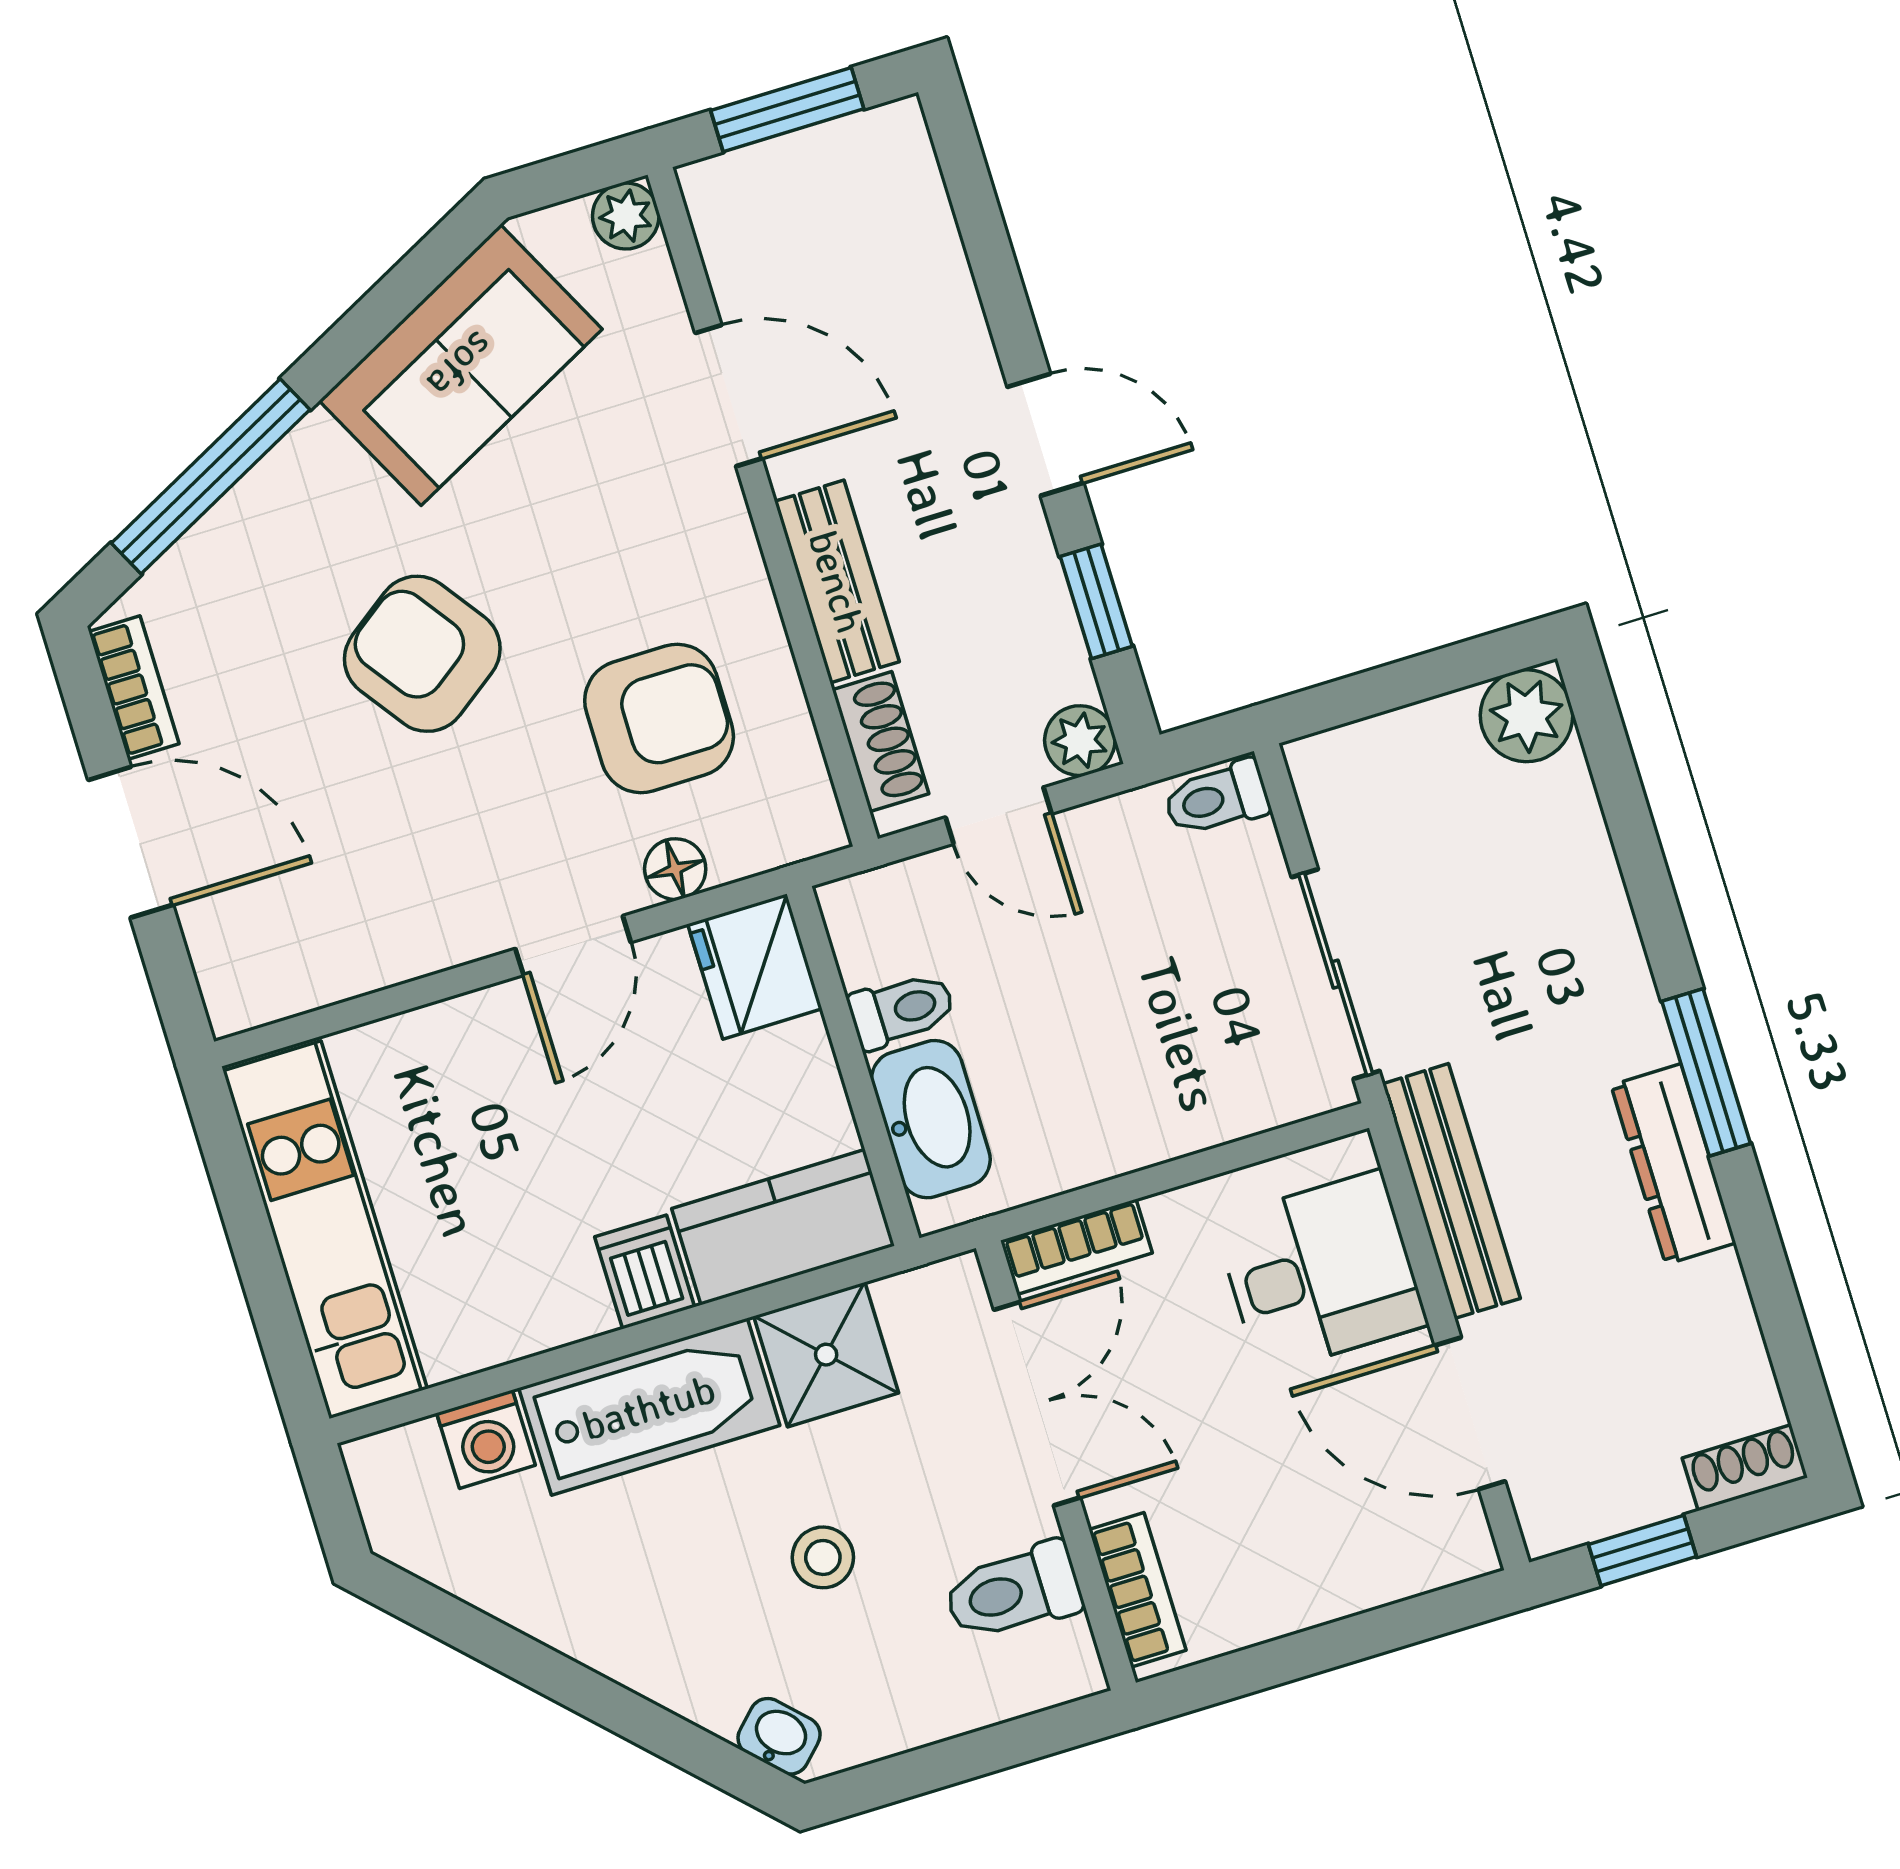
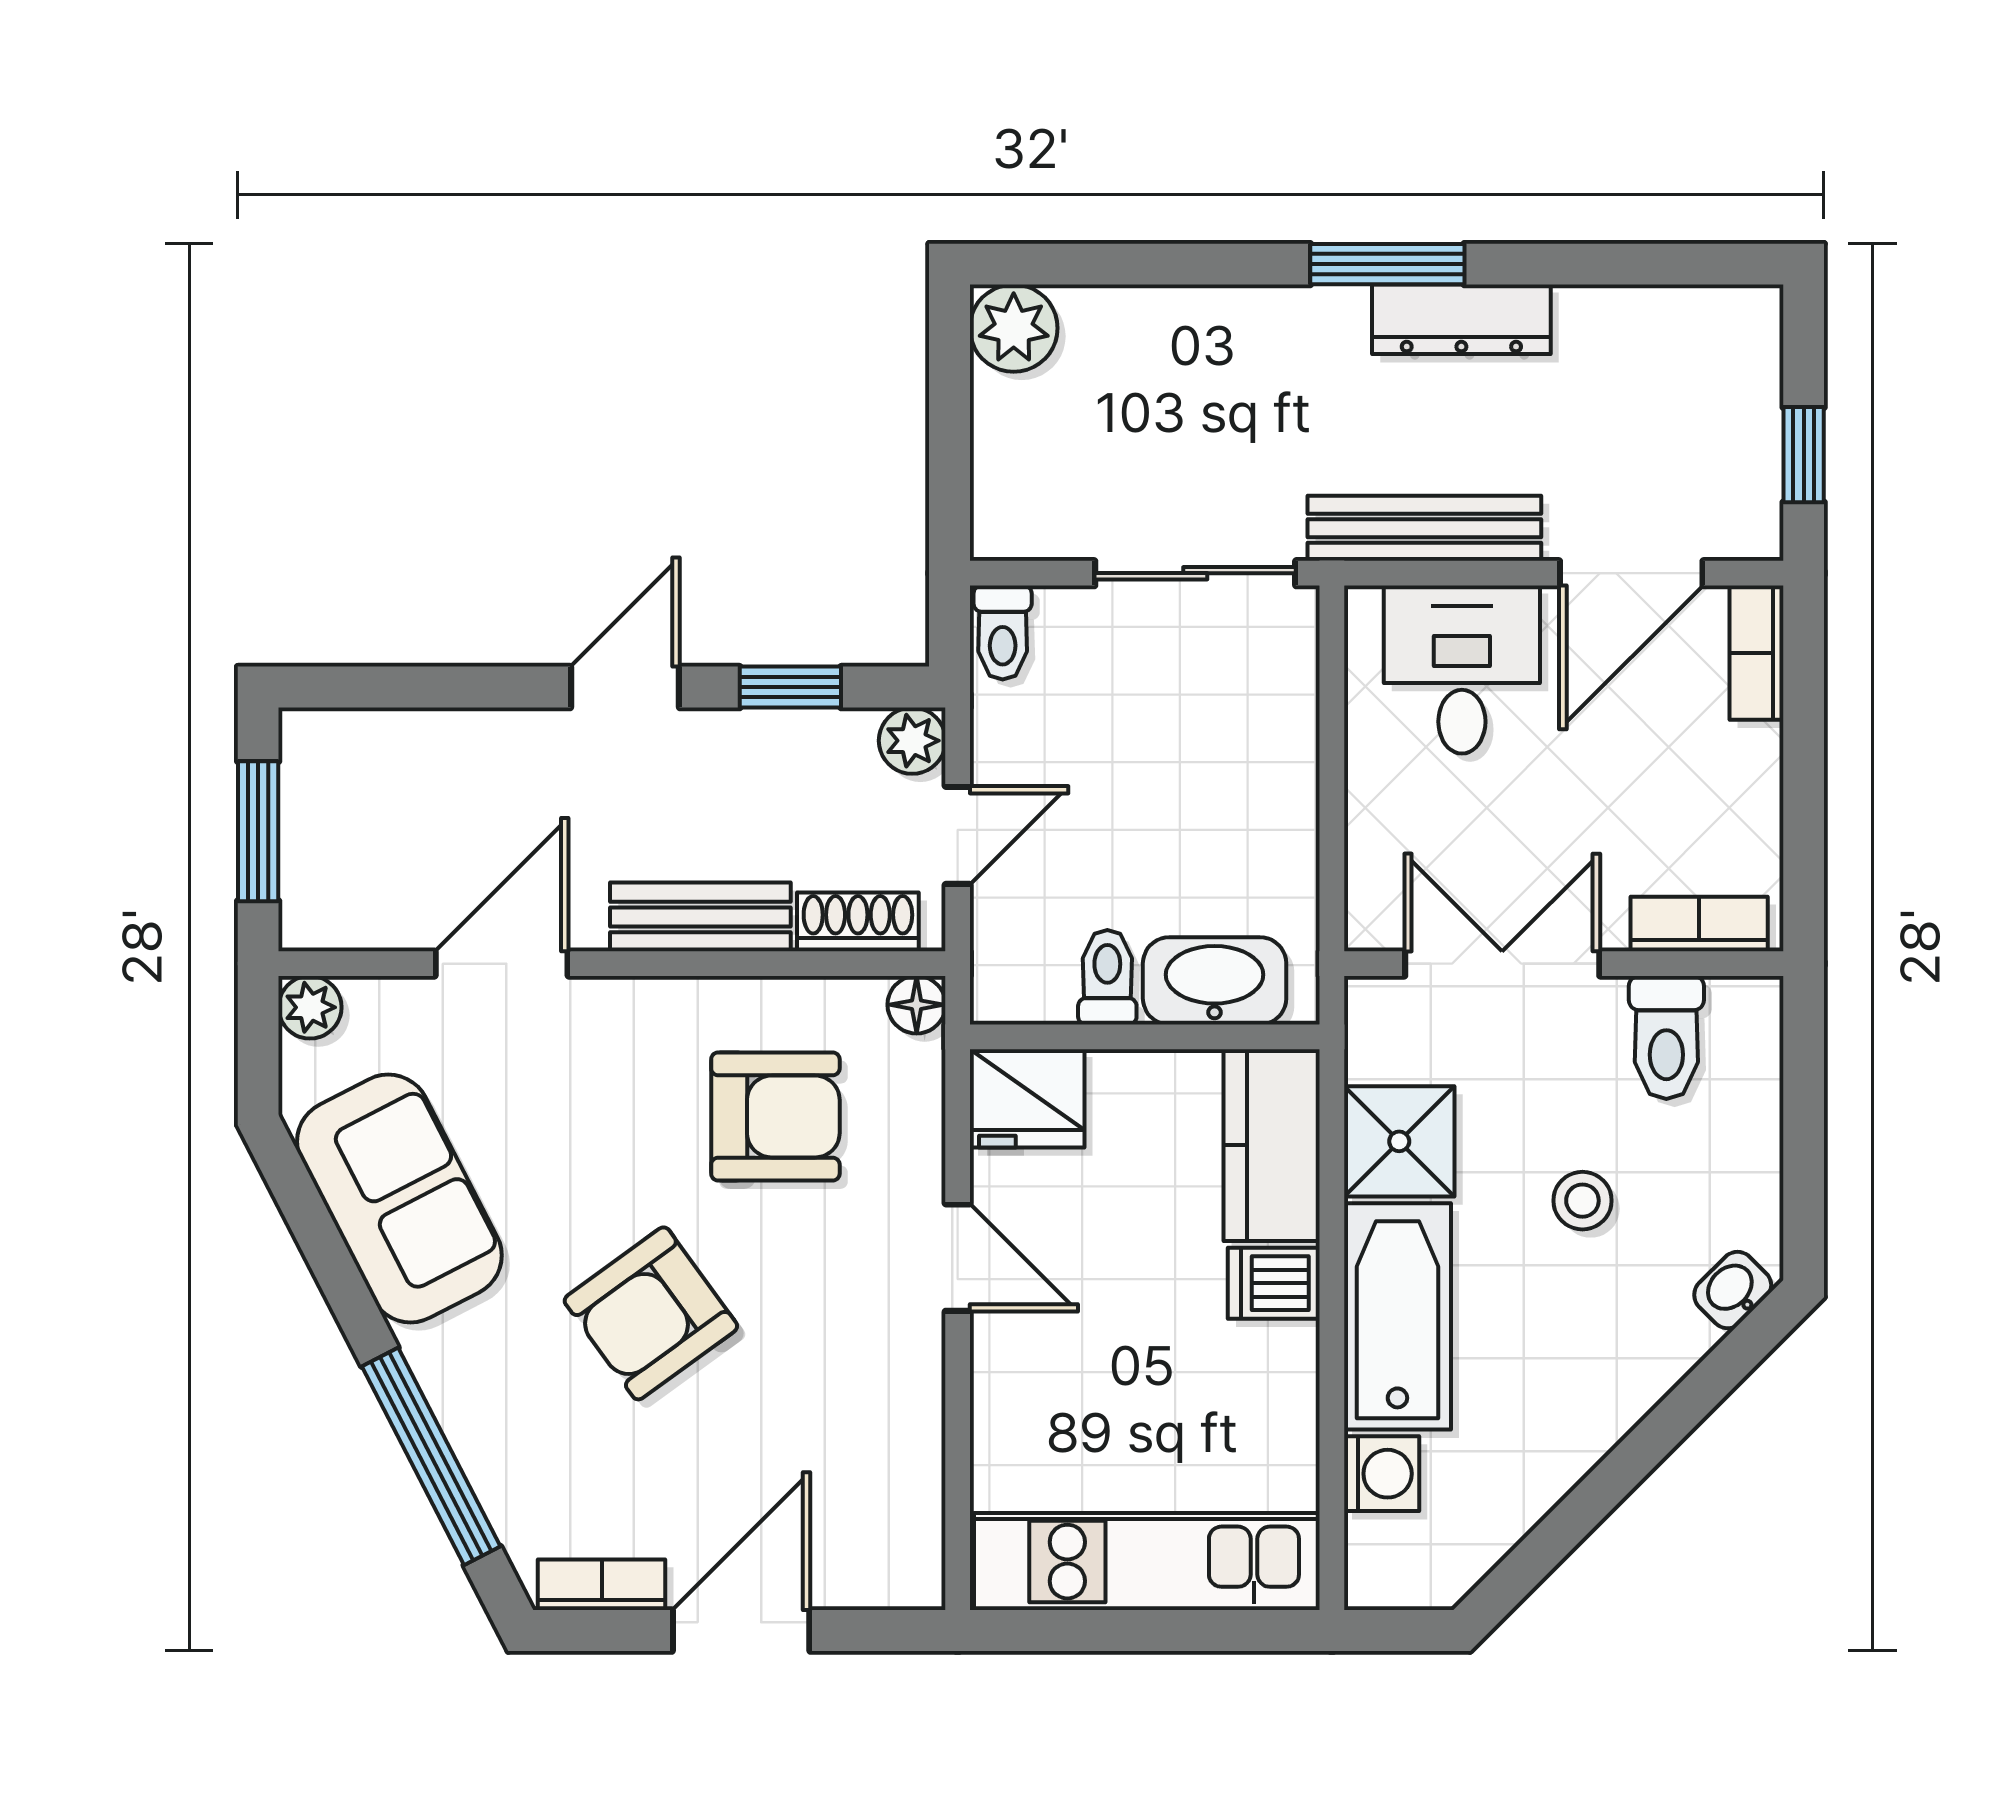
armchair: (659, 718) -> (775, 1116), turned 90
floor lamp: (675, 869) -> (917, 1005), moved
bookcase: (1076, 1247) -> (1756, 653), moved, turned 180
shoe rack: (1745, 1468) -> (1757, 339), removed

